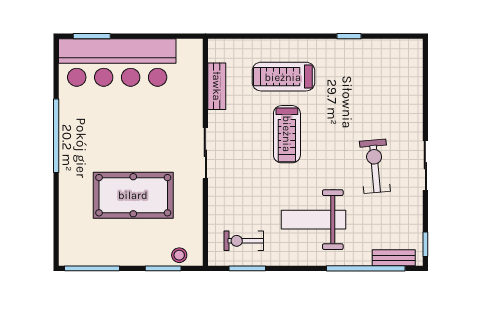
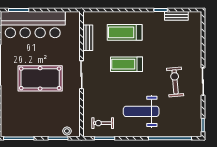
treadmill: (287, 134) -> (126, 64), turned 90
pool table: (133, 195) -> (40, 78), moved
bench: (394, 258) -> (176, 16), moved

